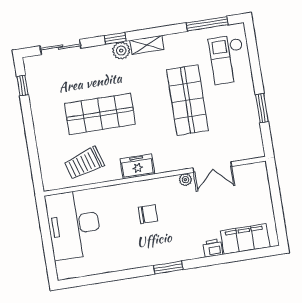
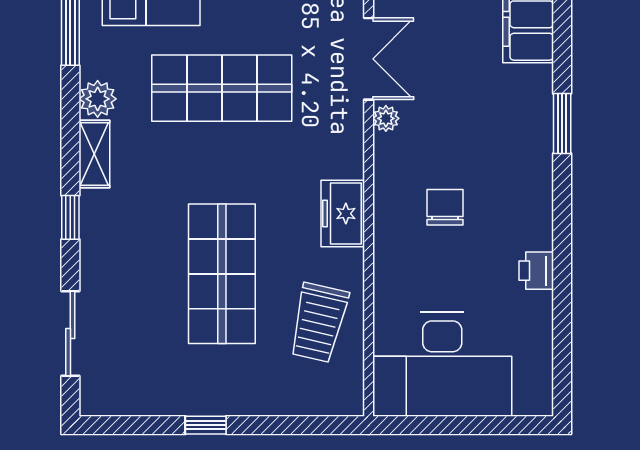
plant: (121, 51) -> (98, 99), moved
window: (22, 85) -> (206, 425), moved
trolley: (84, 163) -> (319, 323), turned 30
printer: (213, 248) -> (536, 271), moved
window: (168, 267) -> (562, 124), moved

